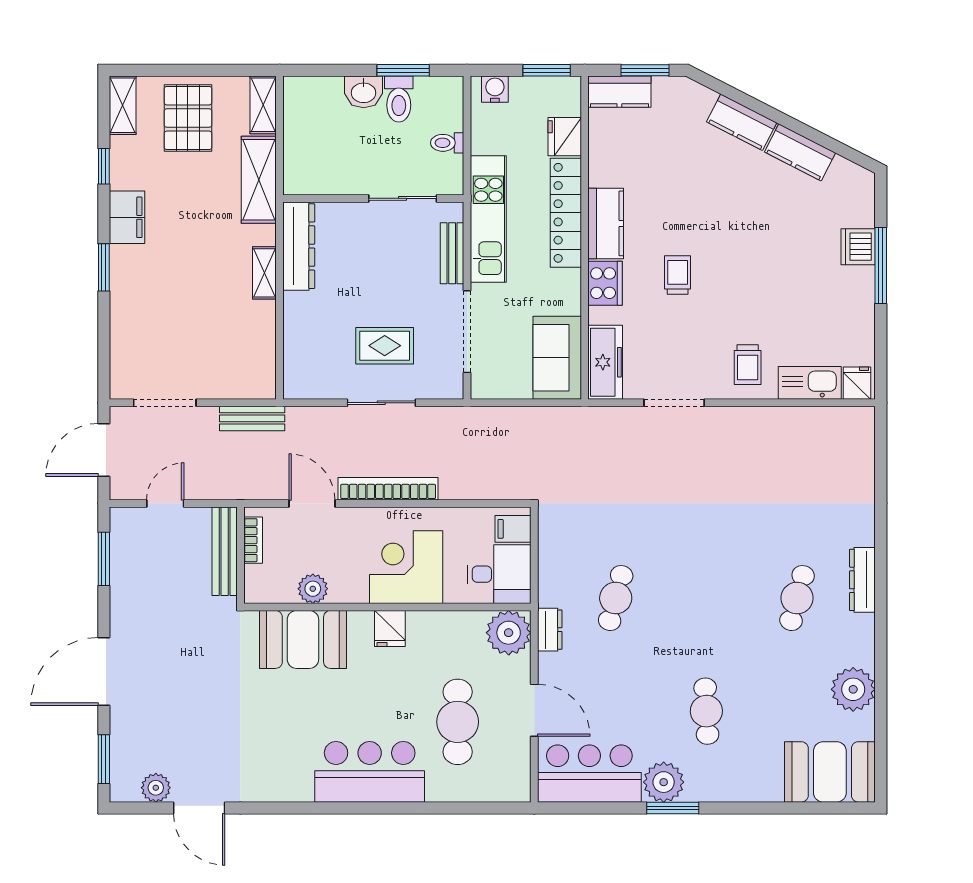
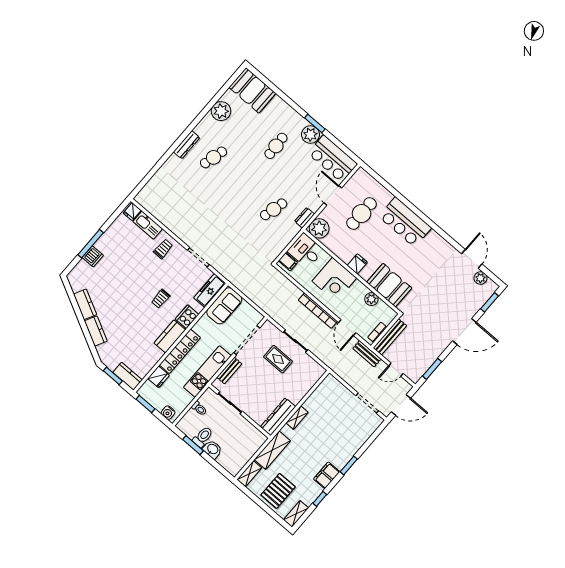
bench: (252, 418) -> (367, 354), moved

